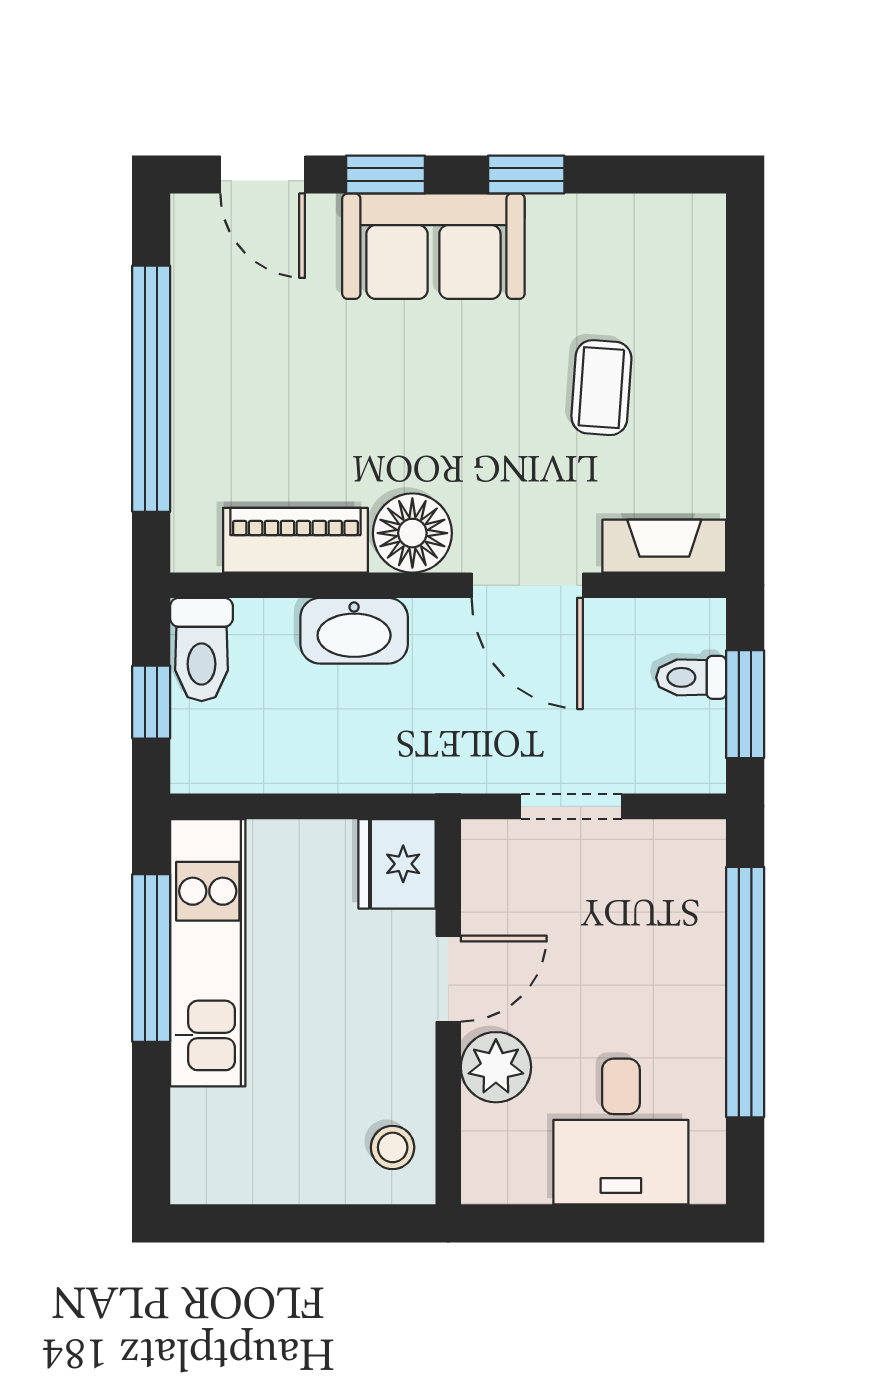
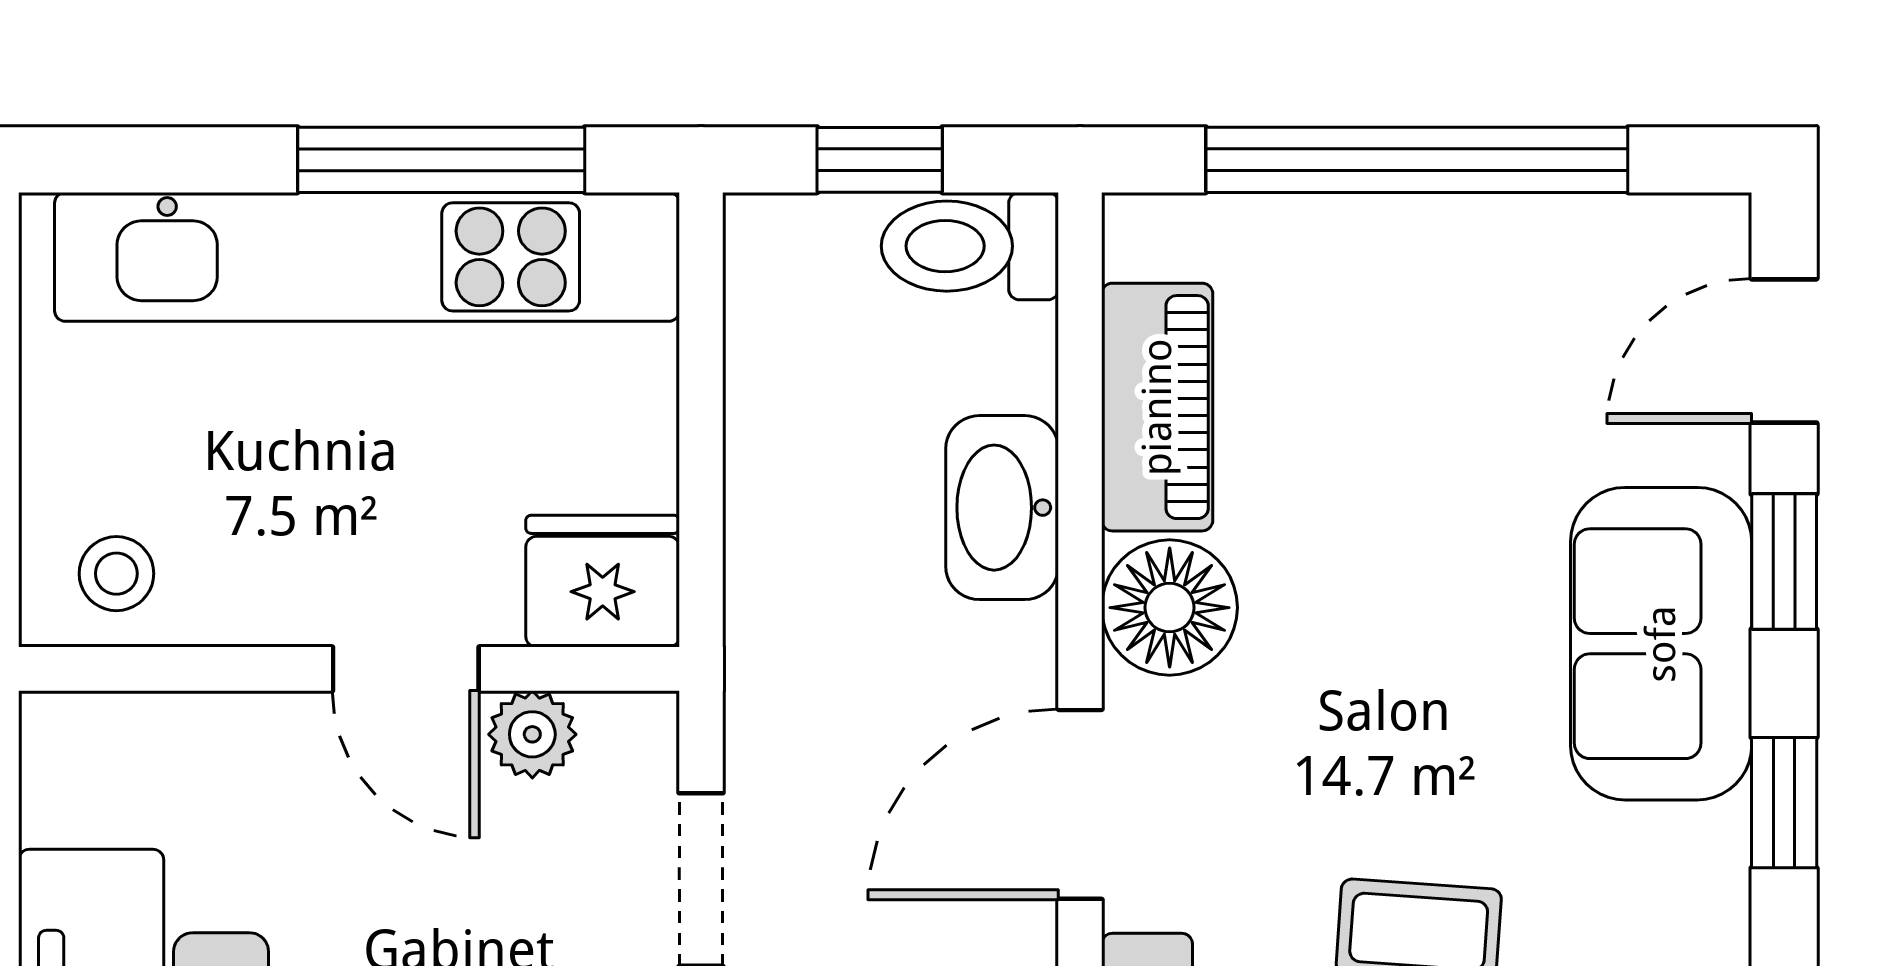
kitchen unit: (208, 953) -> (367, 257), width x1.36
plant: (496, 1067) -> (532, 734), moved, width x0.73, depth x0.73

